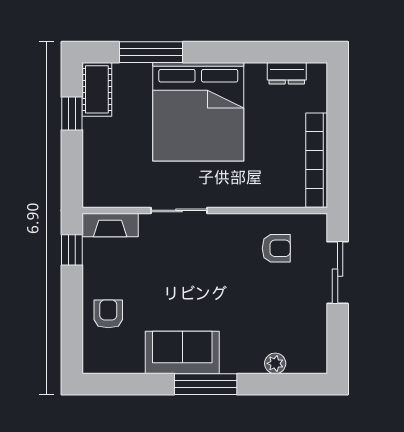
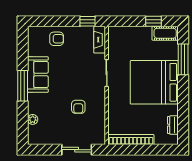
armchair: (276, 248) -> (78, 107), moved

